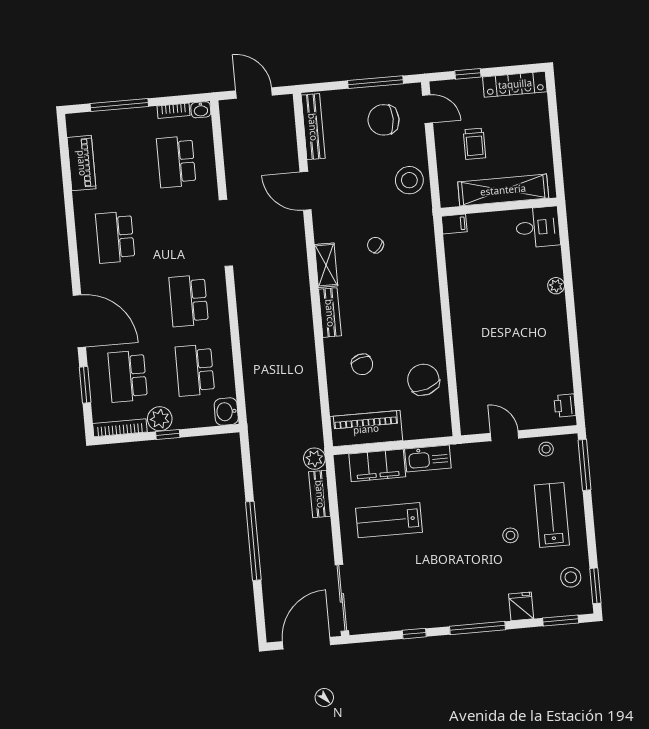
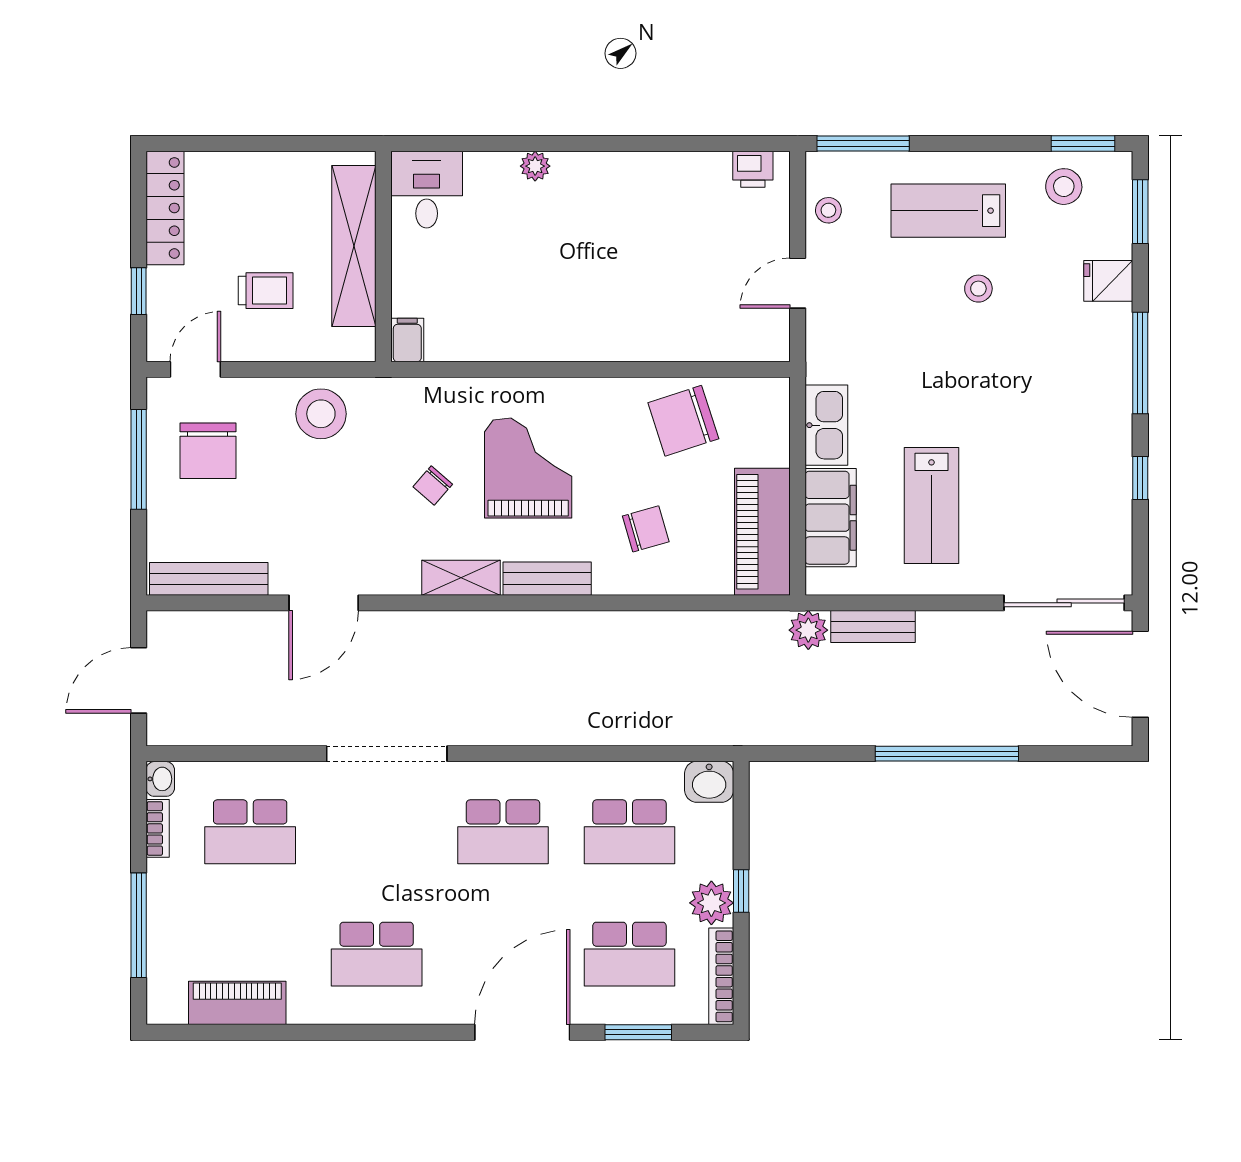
grand piano: (390, 297) -> (528, 468), added

